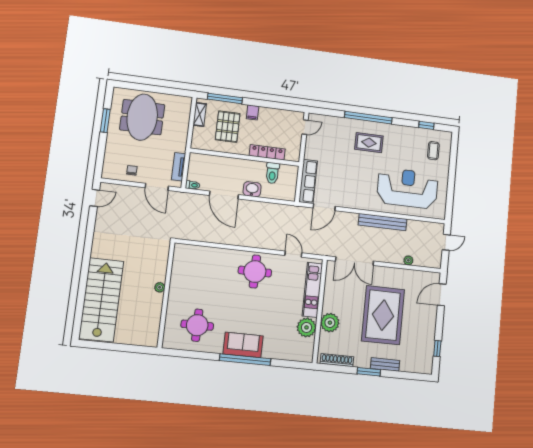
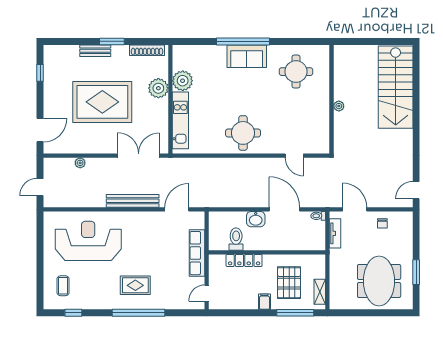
row of seats: (308, 181) -> (197, 253), moved
reception desk: (408, 188) -> (88, 241), turned 180
bench: (383, 222) -> (133, 201), moved
door: (293, 254) -> (294, 156), moved
rug: (383, 315) -> (102, 102), turned 90

